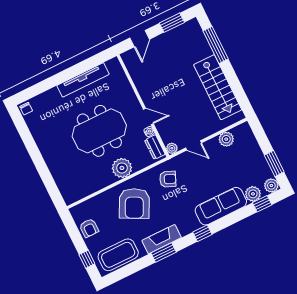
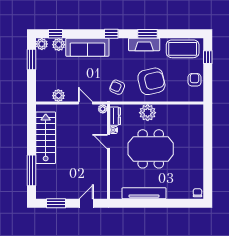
armchair: (134, 204) -> (151, 81), turned 50

